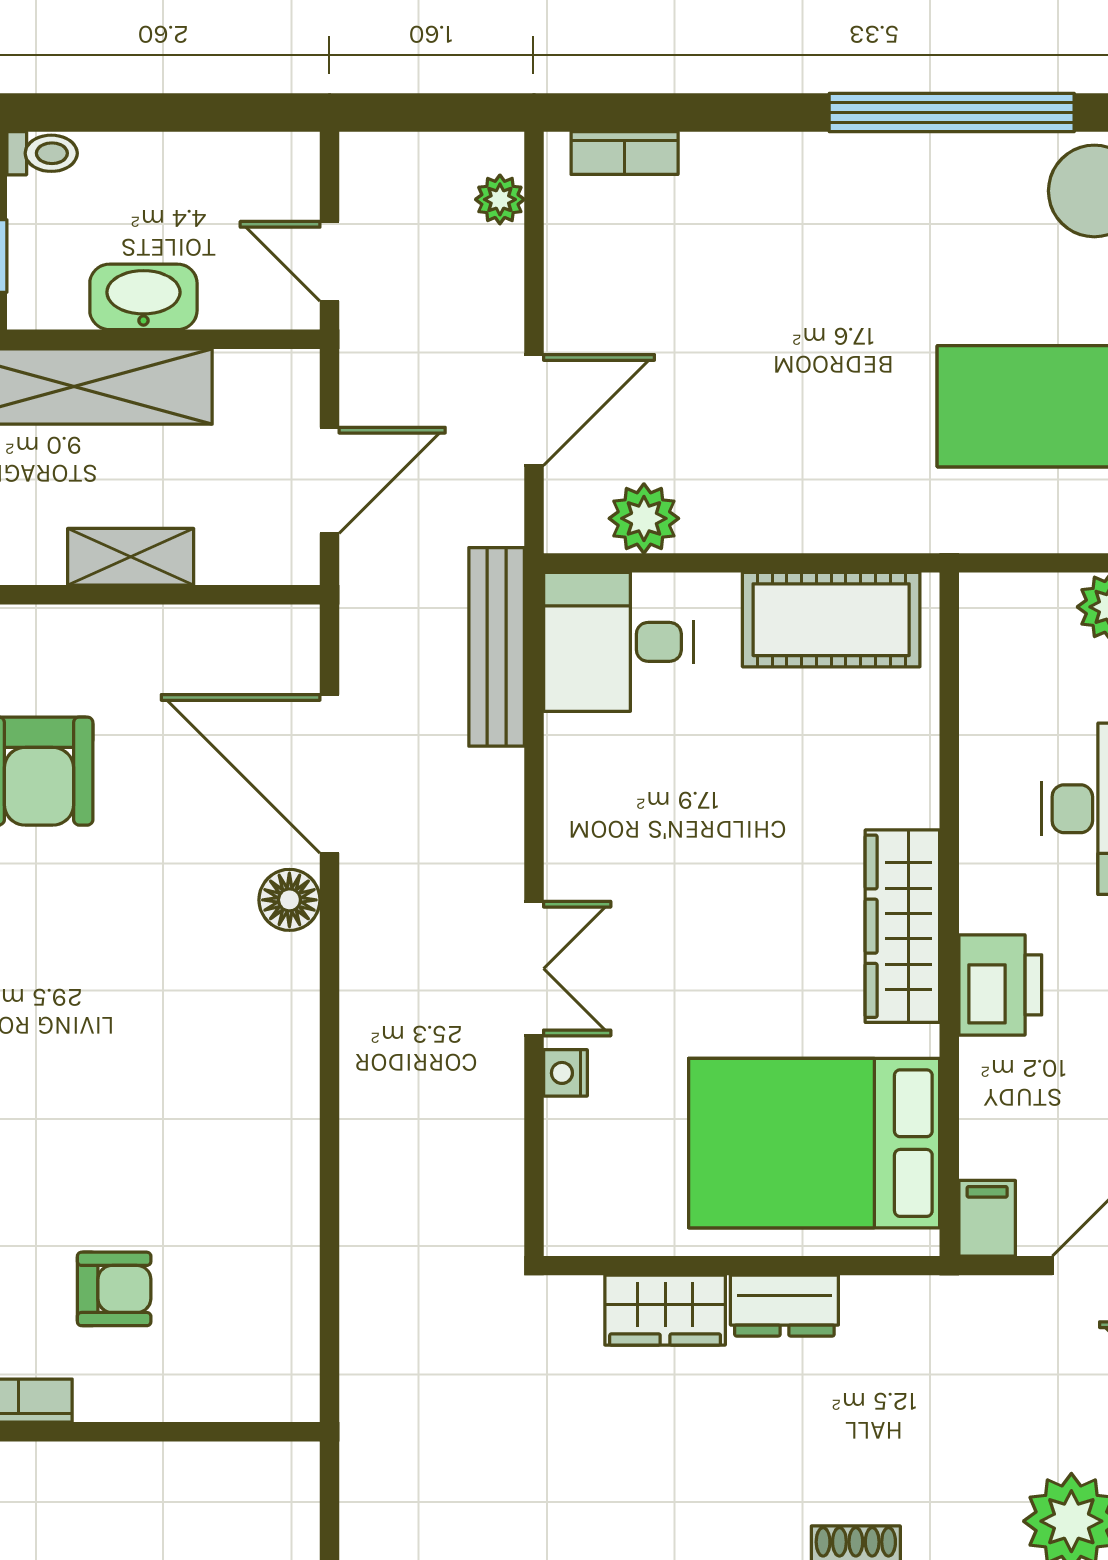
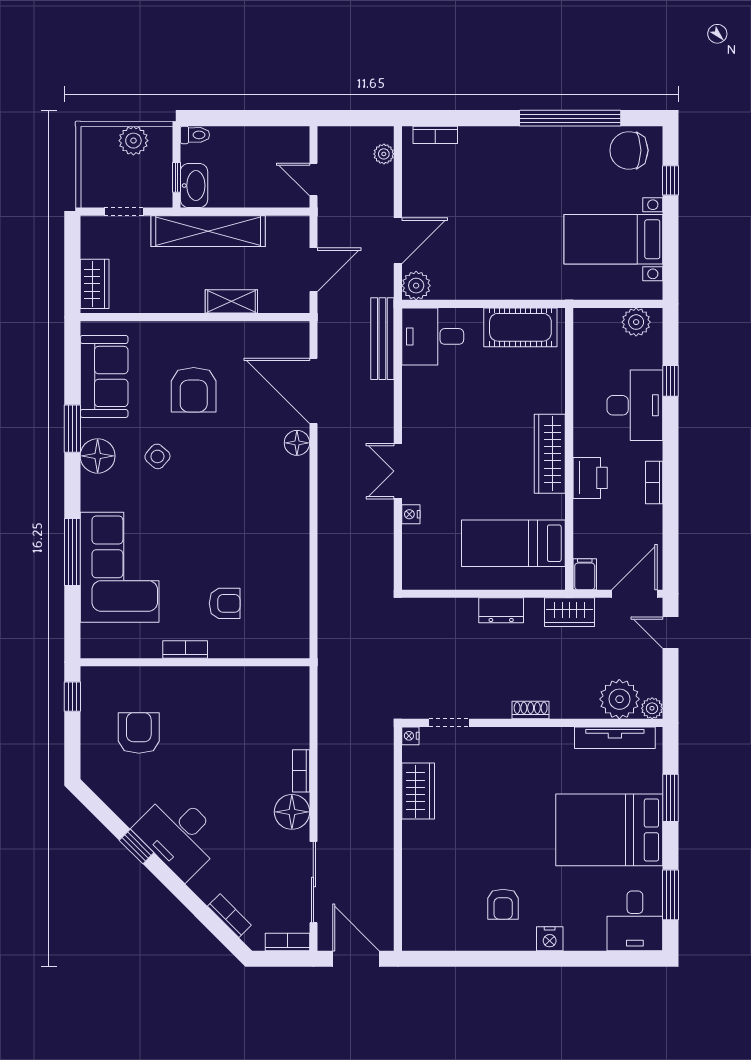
washbasin: (143, 297) -> (194, 186), moved, turned 90
plant: (644, 518) -> (416, 286), moved
double door: (534, 969) -> (398, 471), swing flipped
bed: (814, 1143) -> (513, 543), width x0.67
wardrobe: (665, 1310) -> (569, 612), moved

